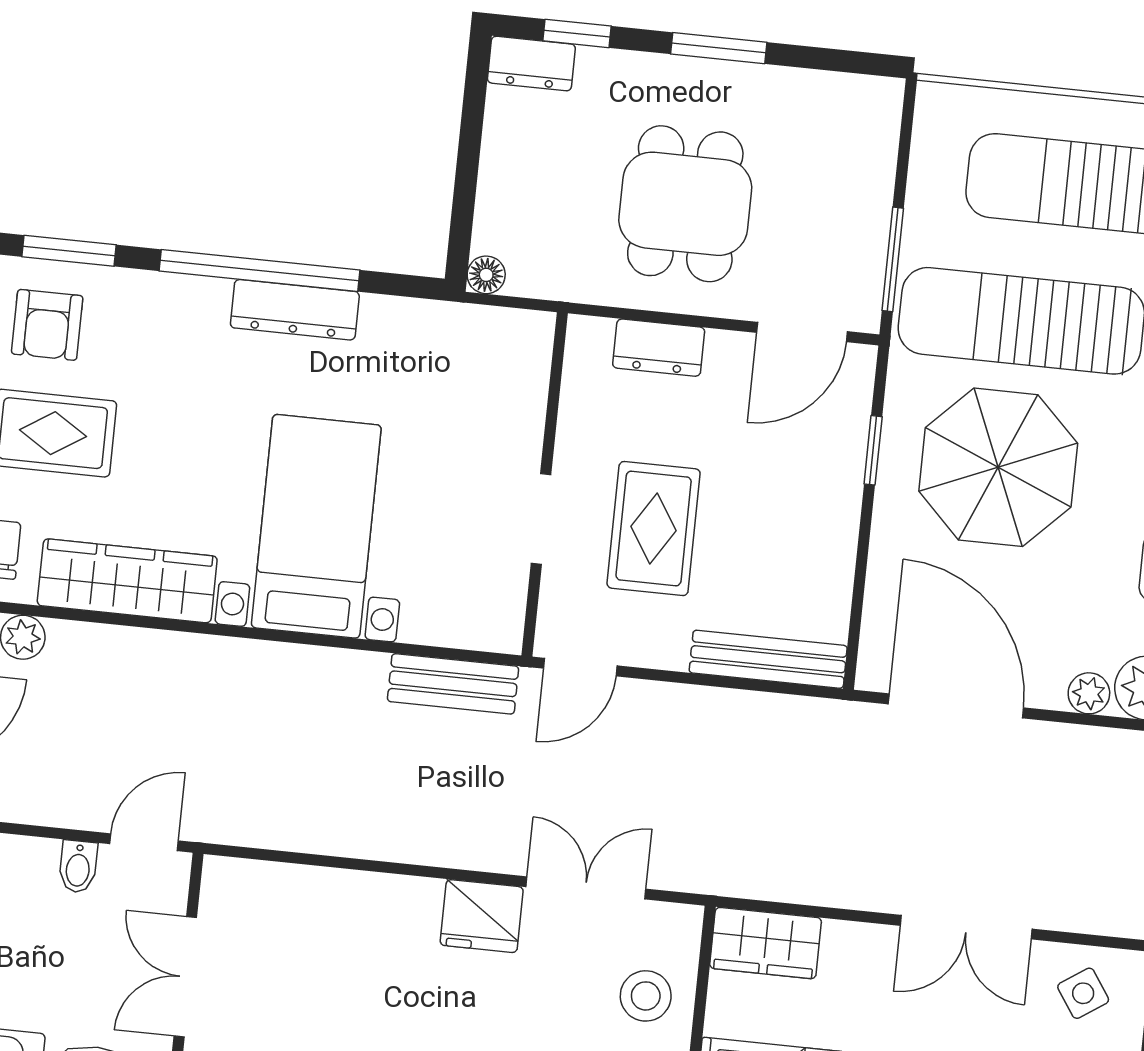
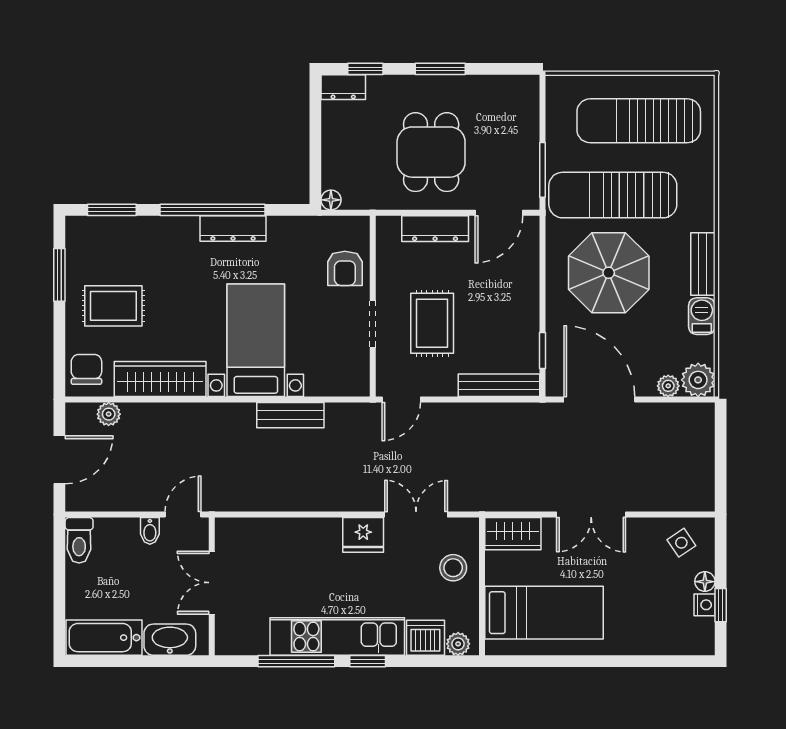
armchair: (47, 325) -> (345, 268), moved
dresser: (659, 348) -> (435, 229), width x1.44
window: (873, 450) -> (542, 350), moved
bench: (453, 684) -> (290, 415), moved
double door: (966, 927) -> (591, 515), moved

